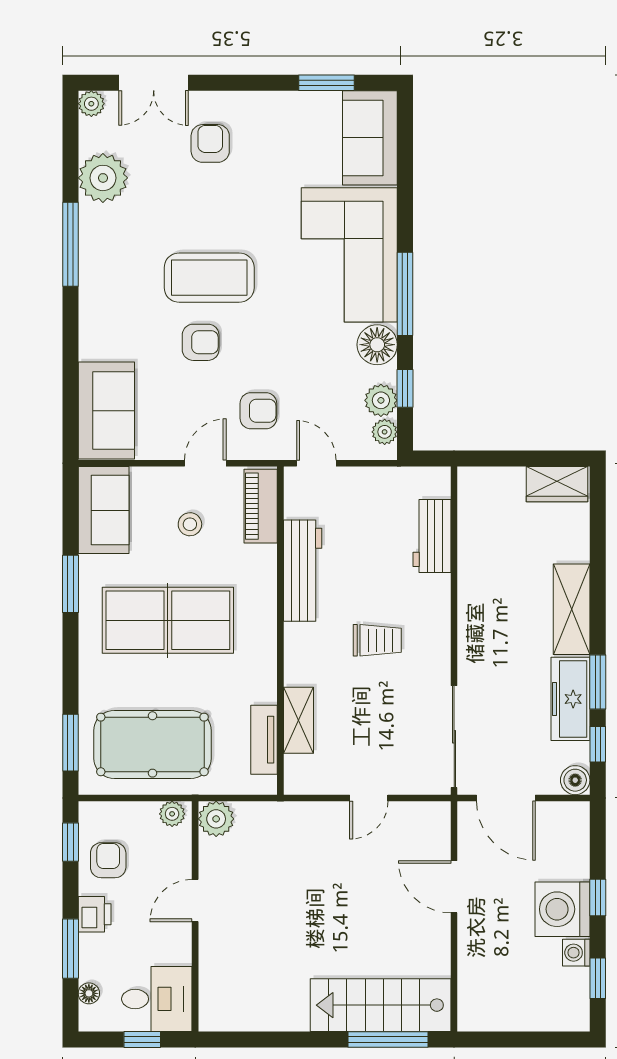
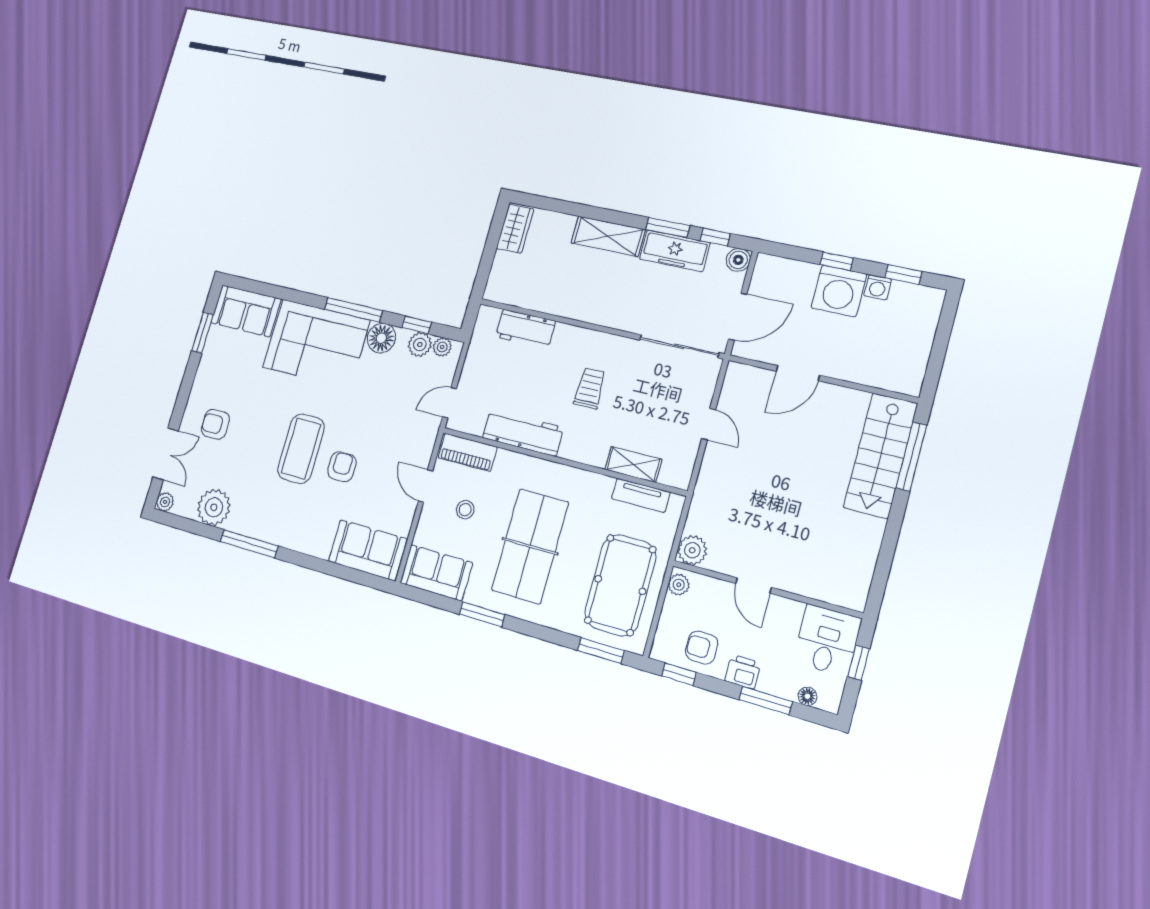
armchair: (258, 411) -> (401, 437), removed

